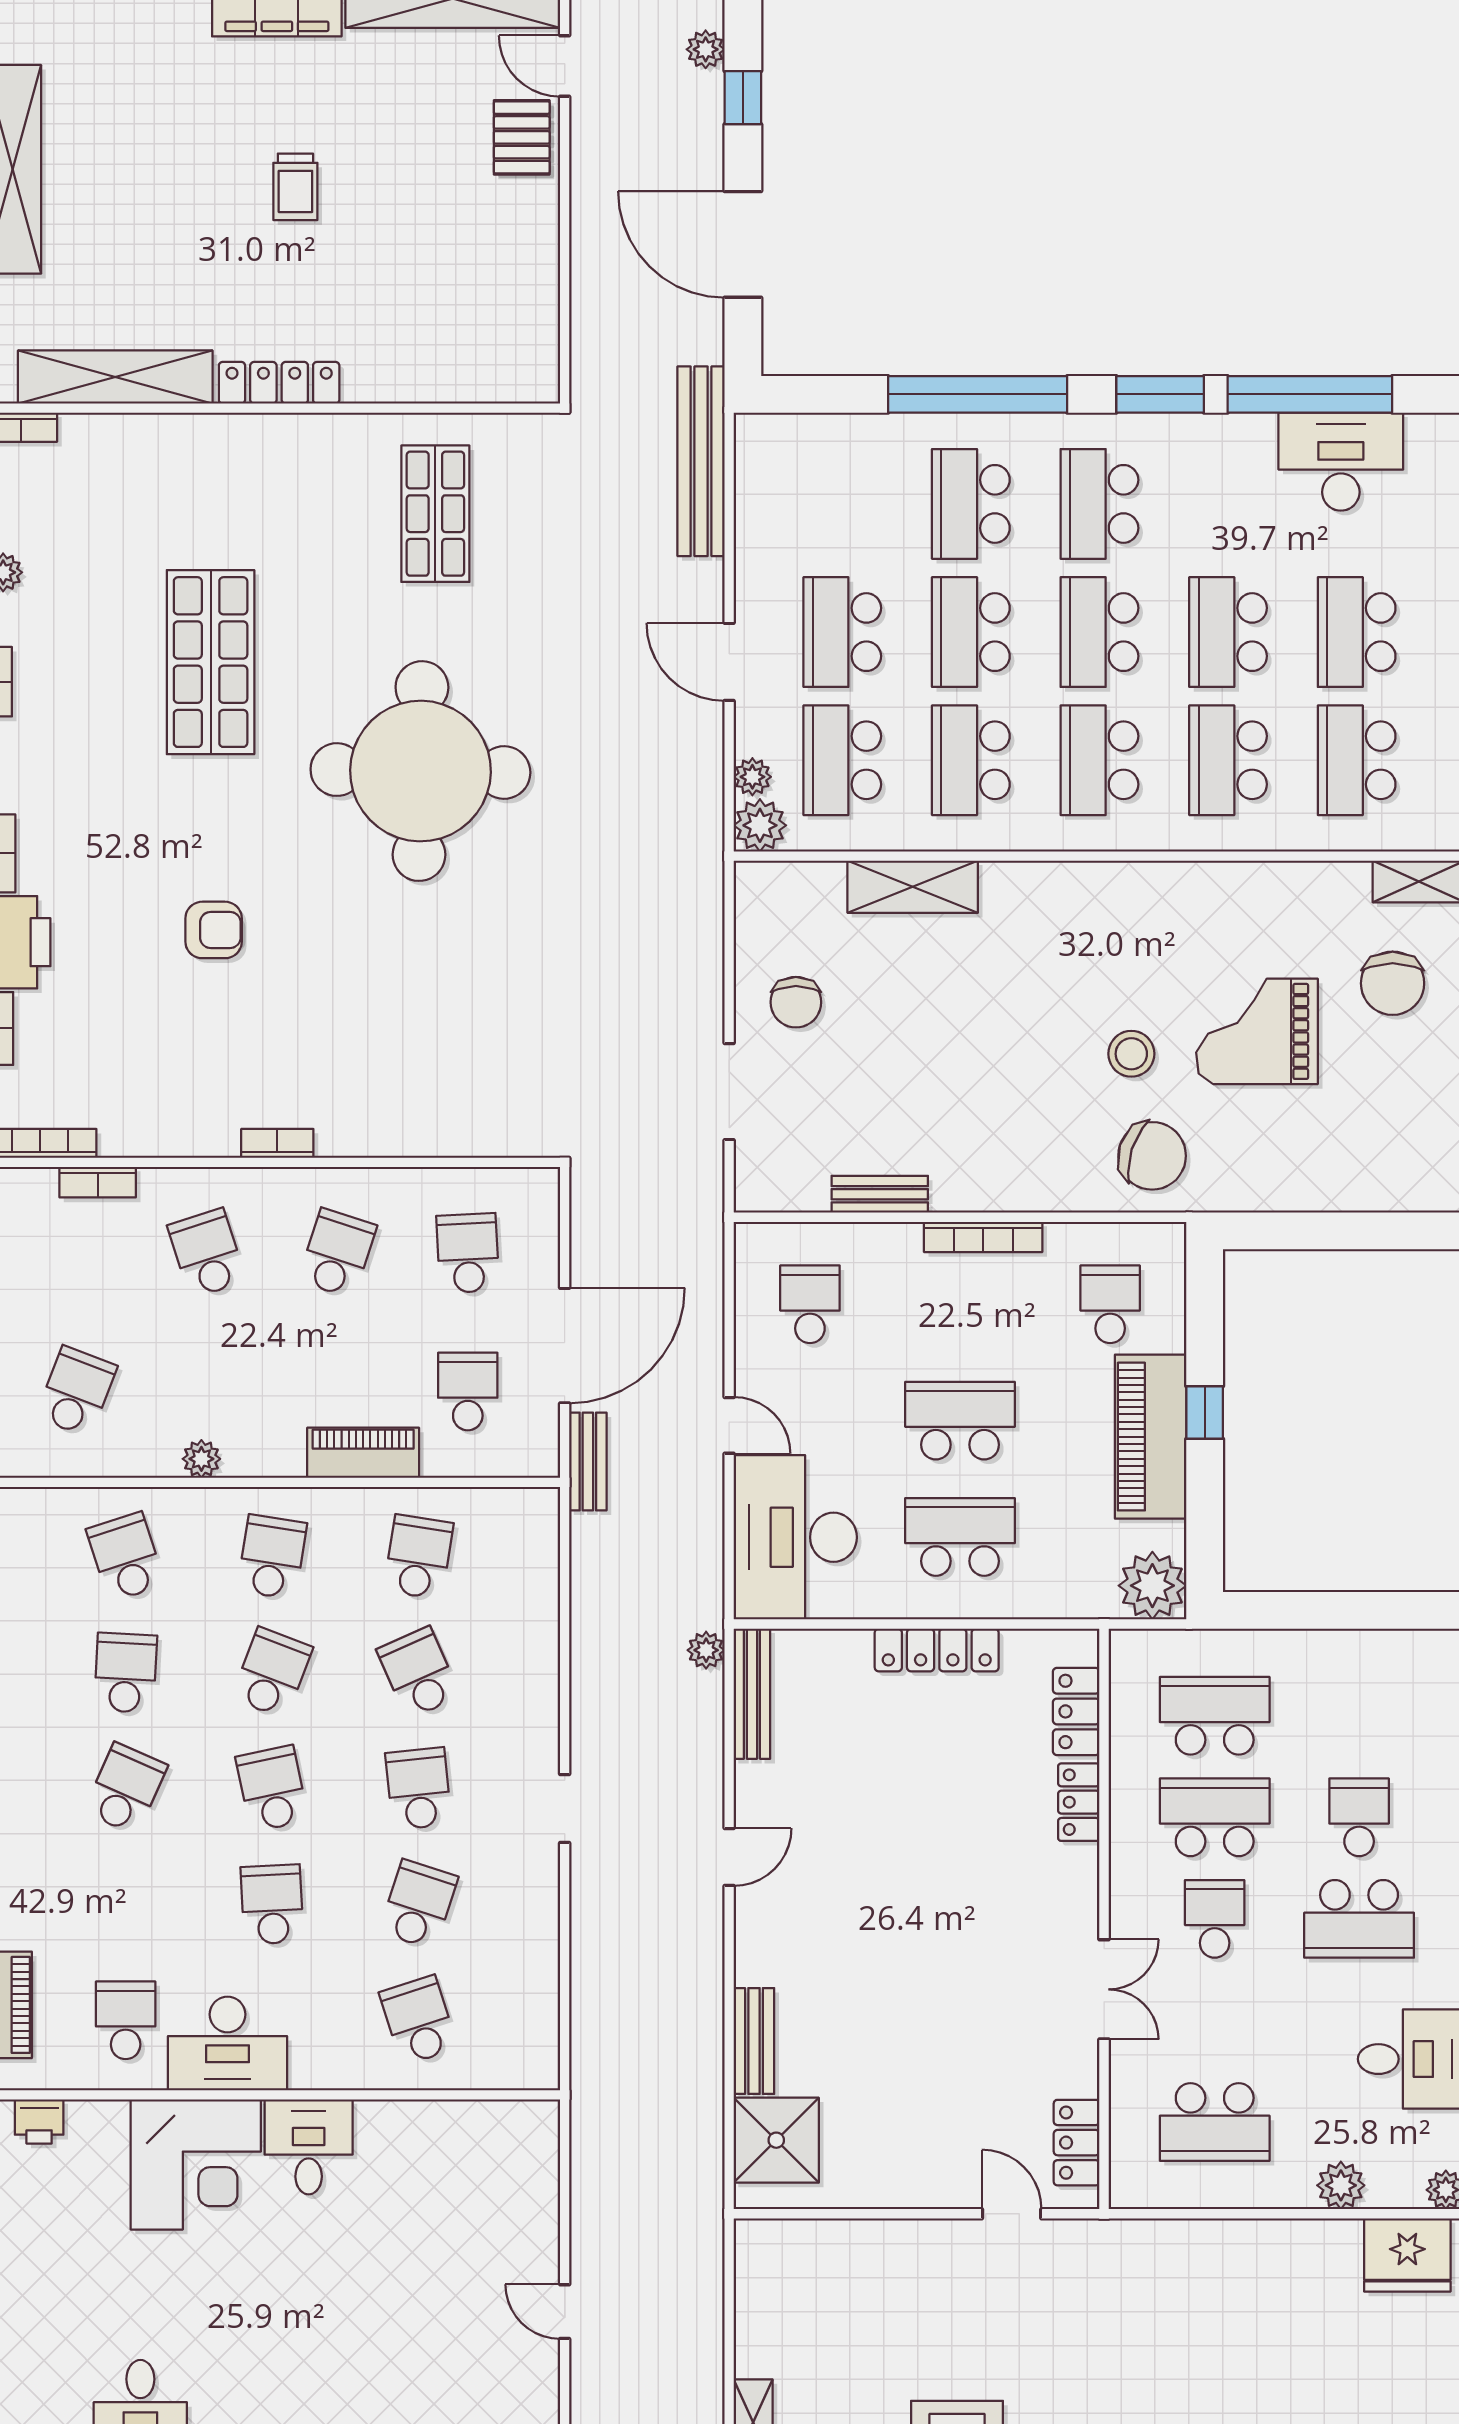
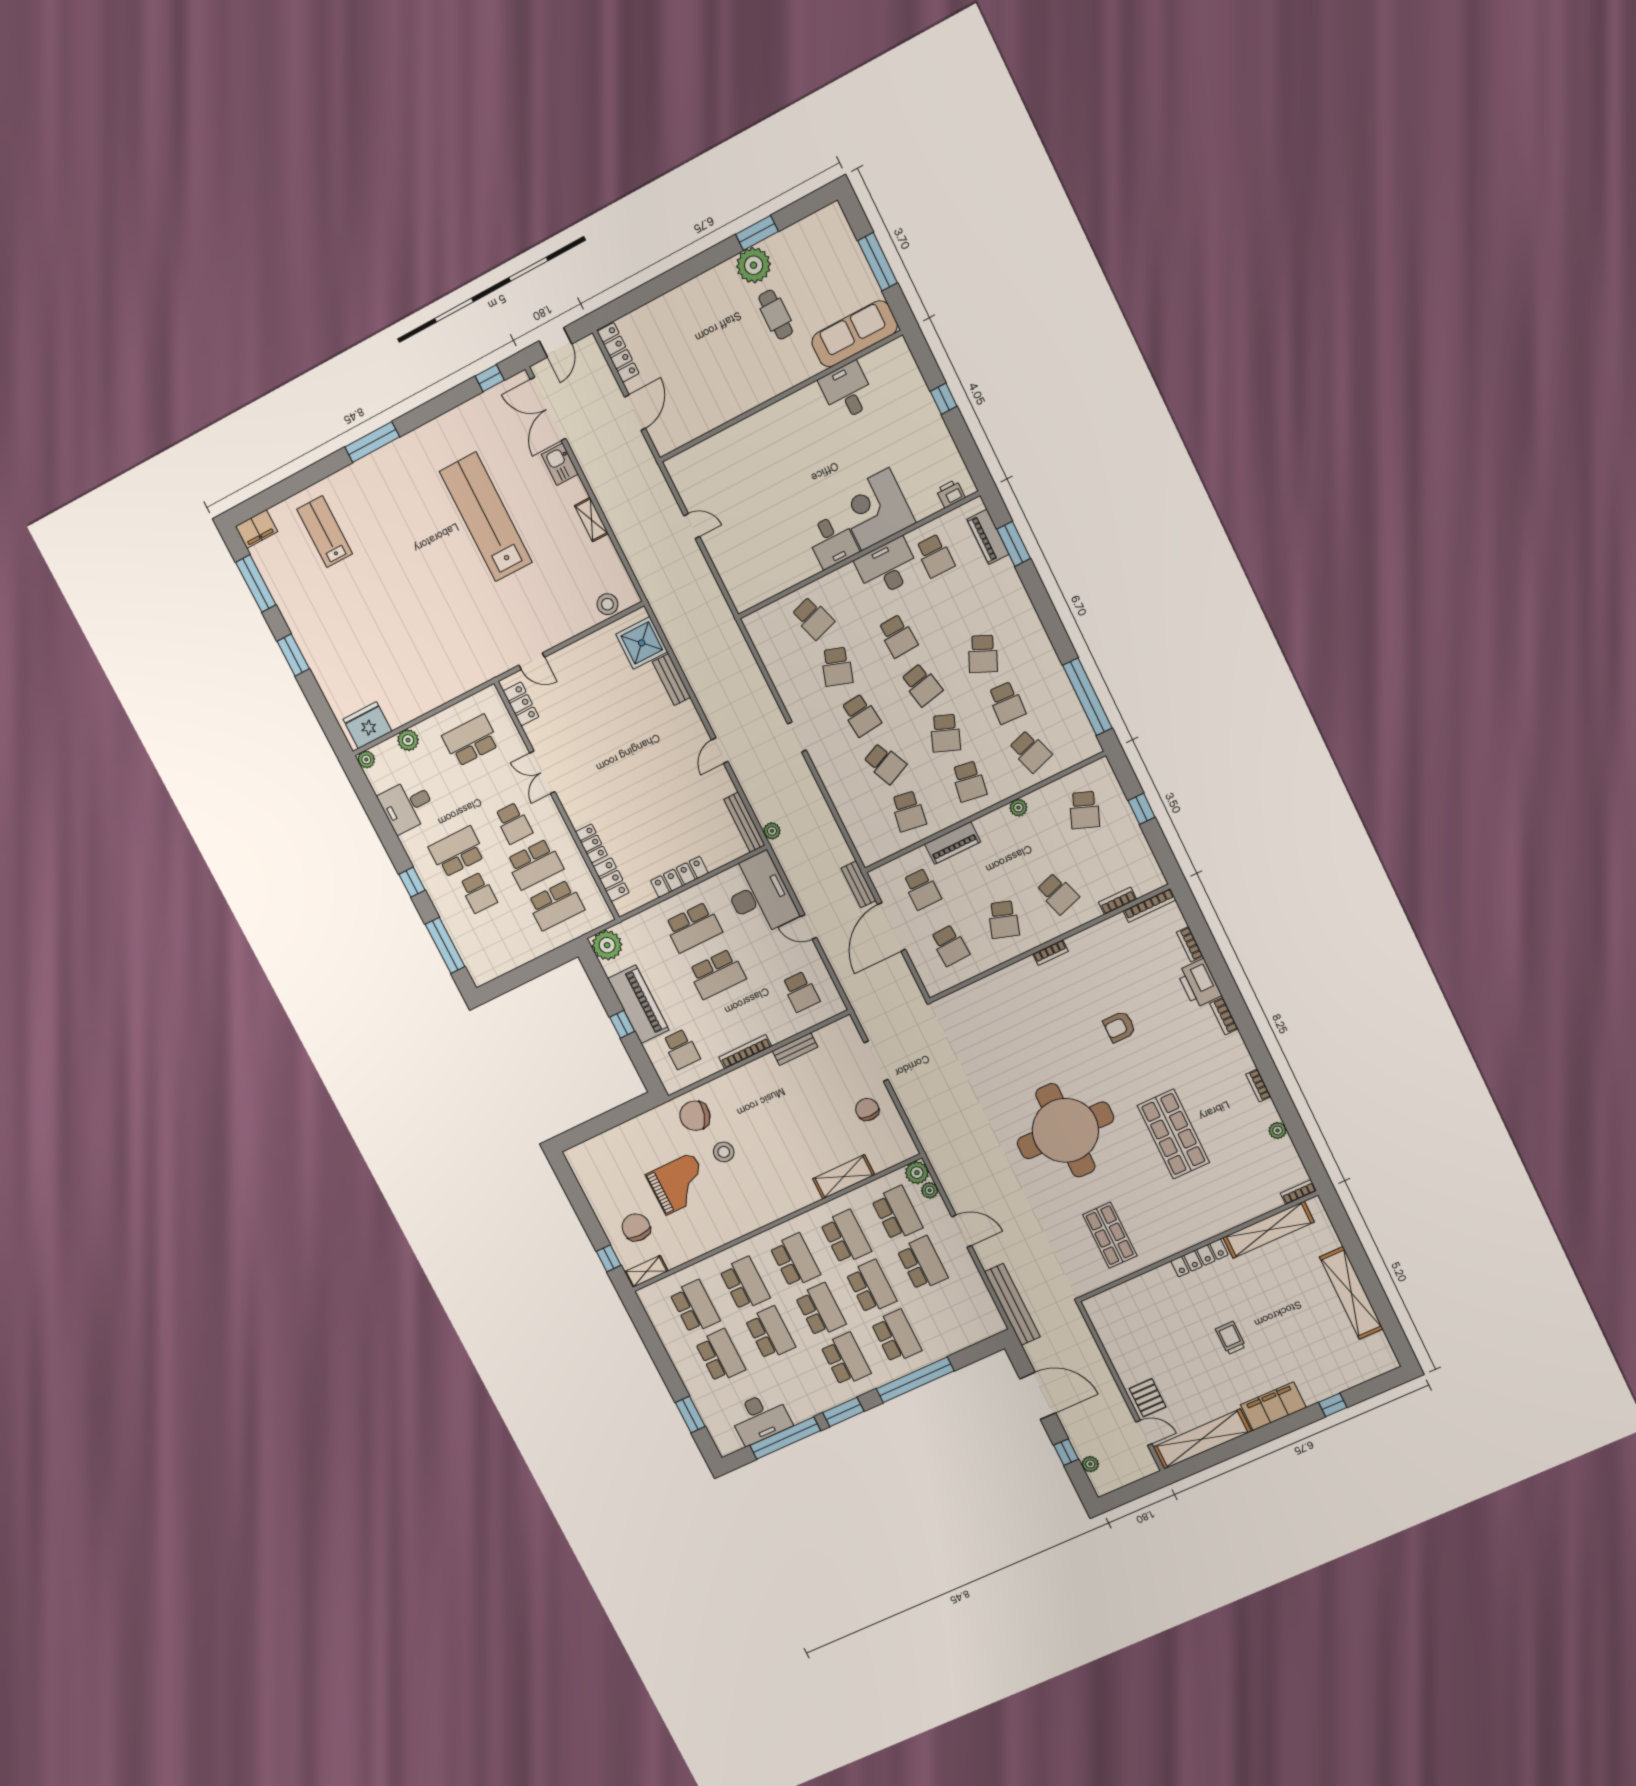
stool: (805, 2247) -> (607, 604), added

